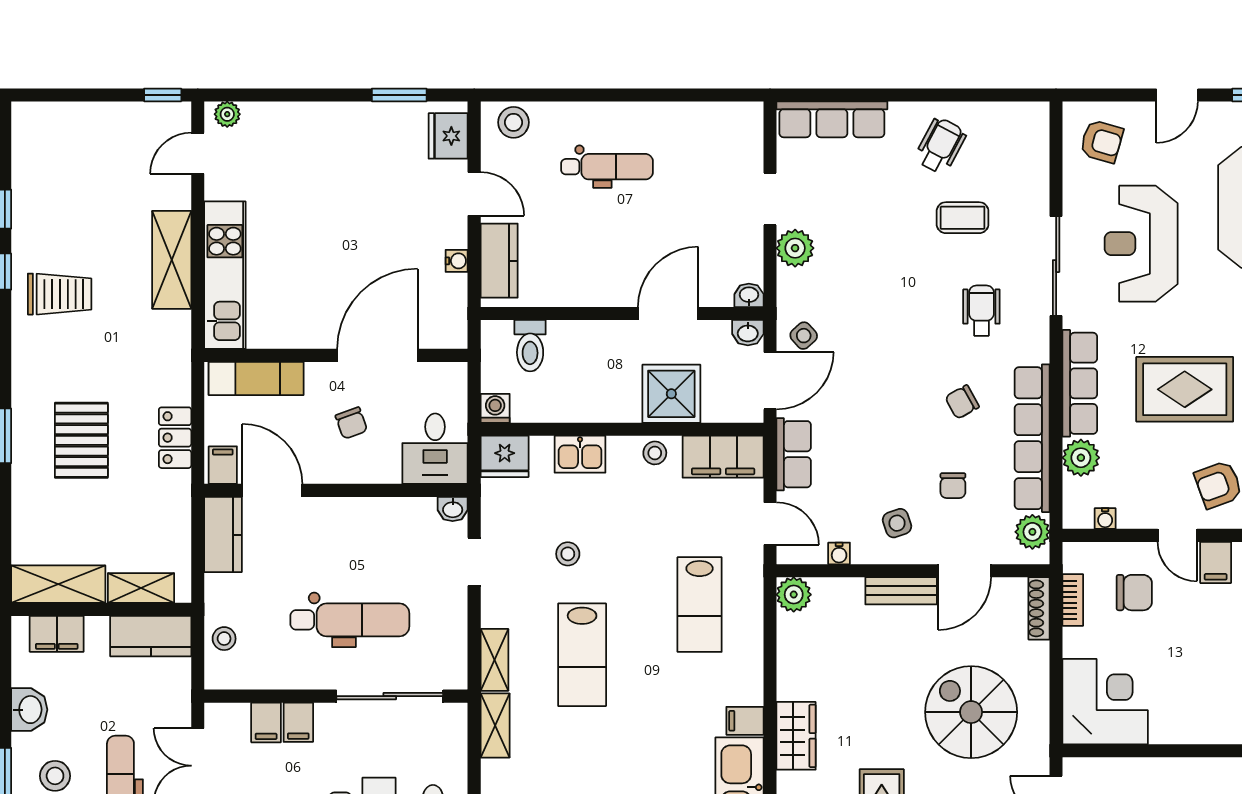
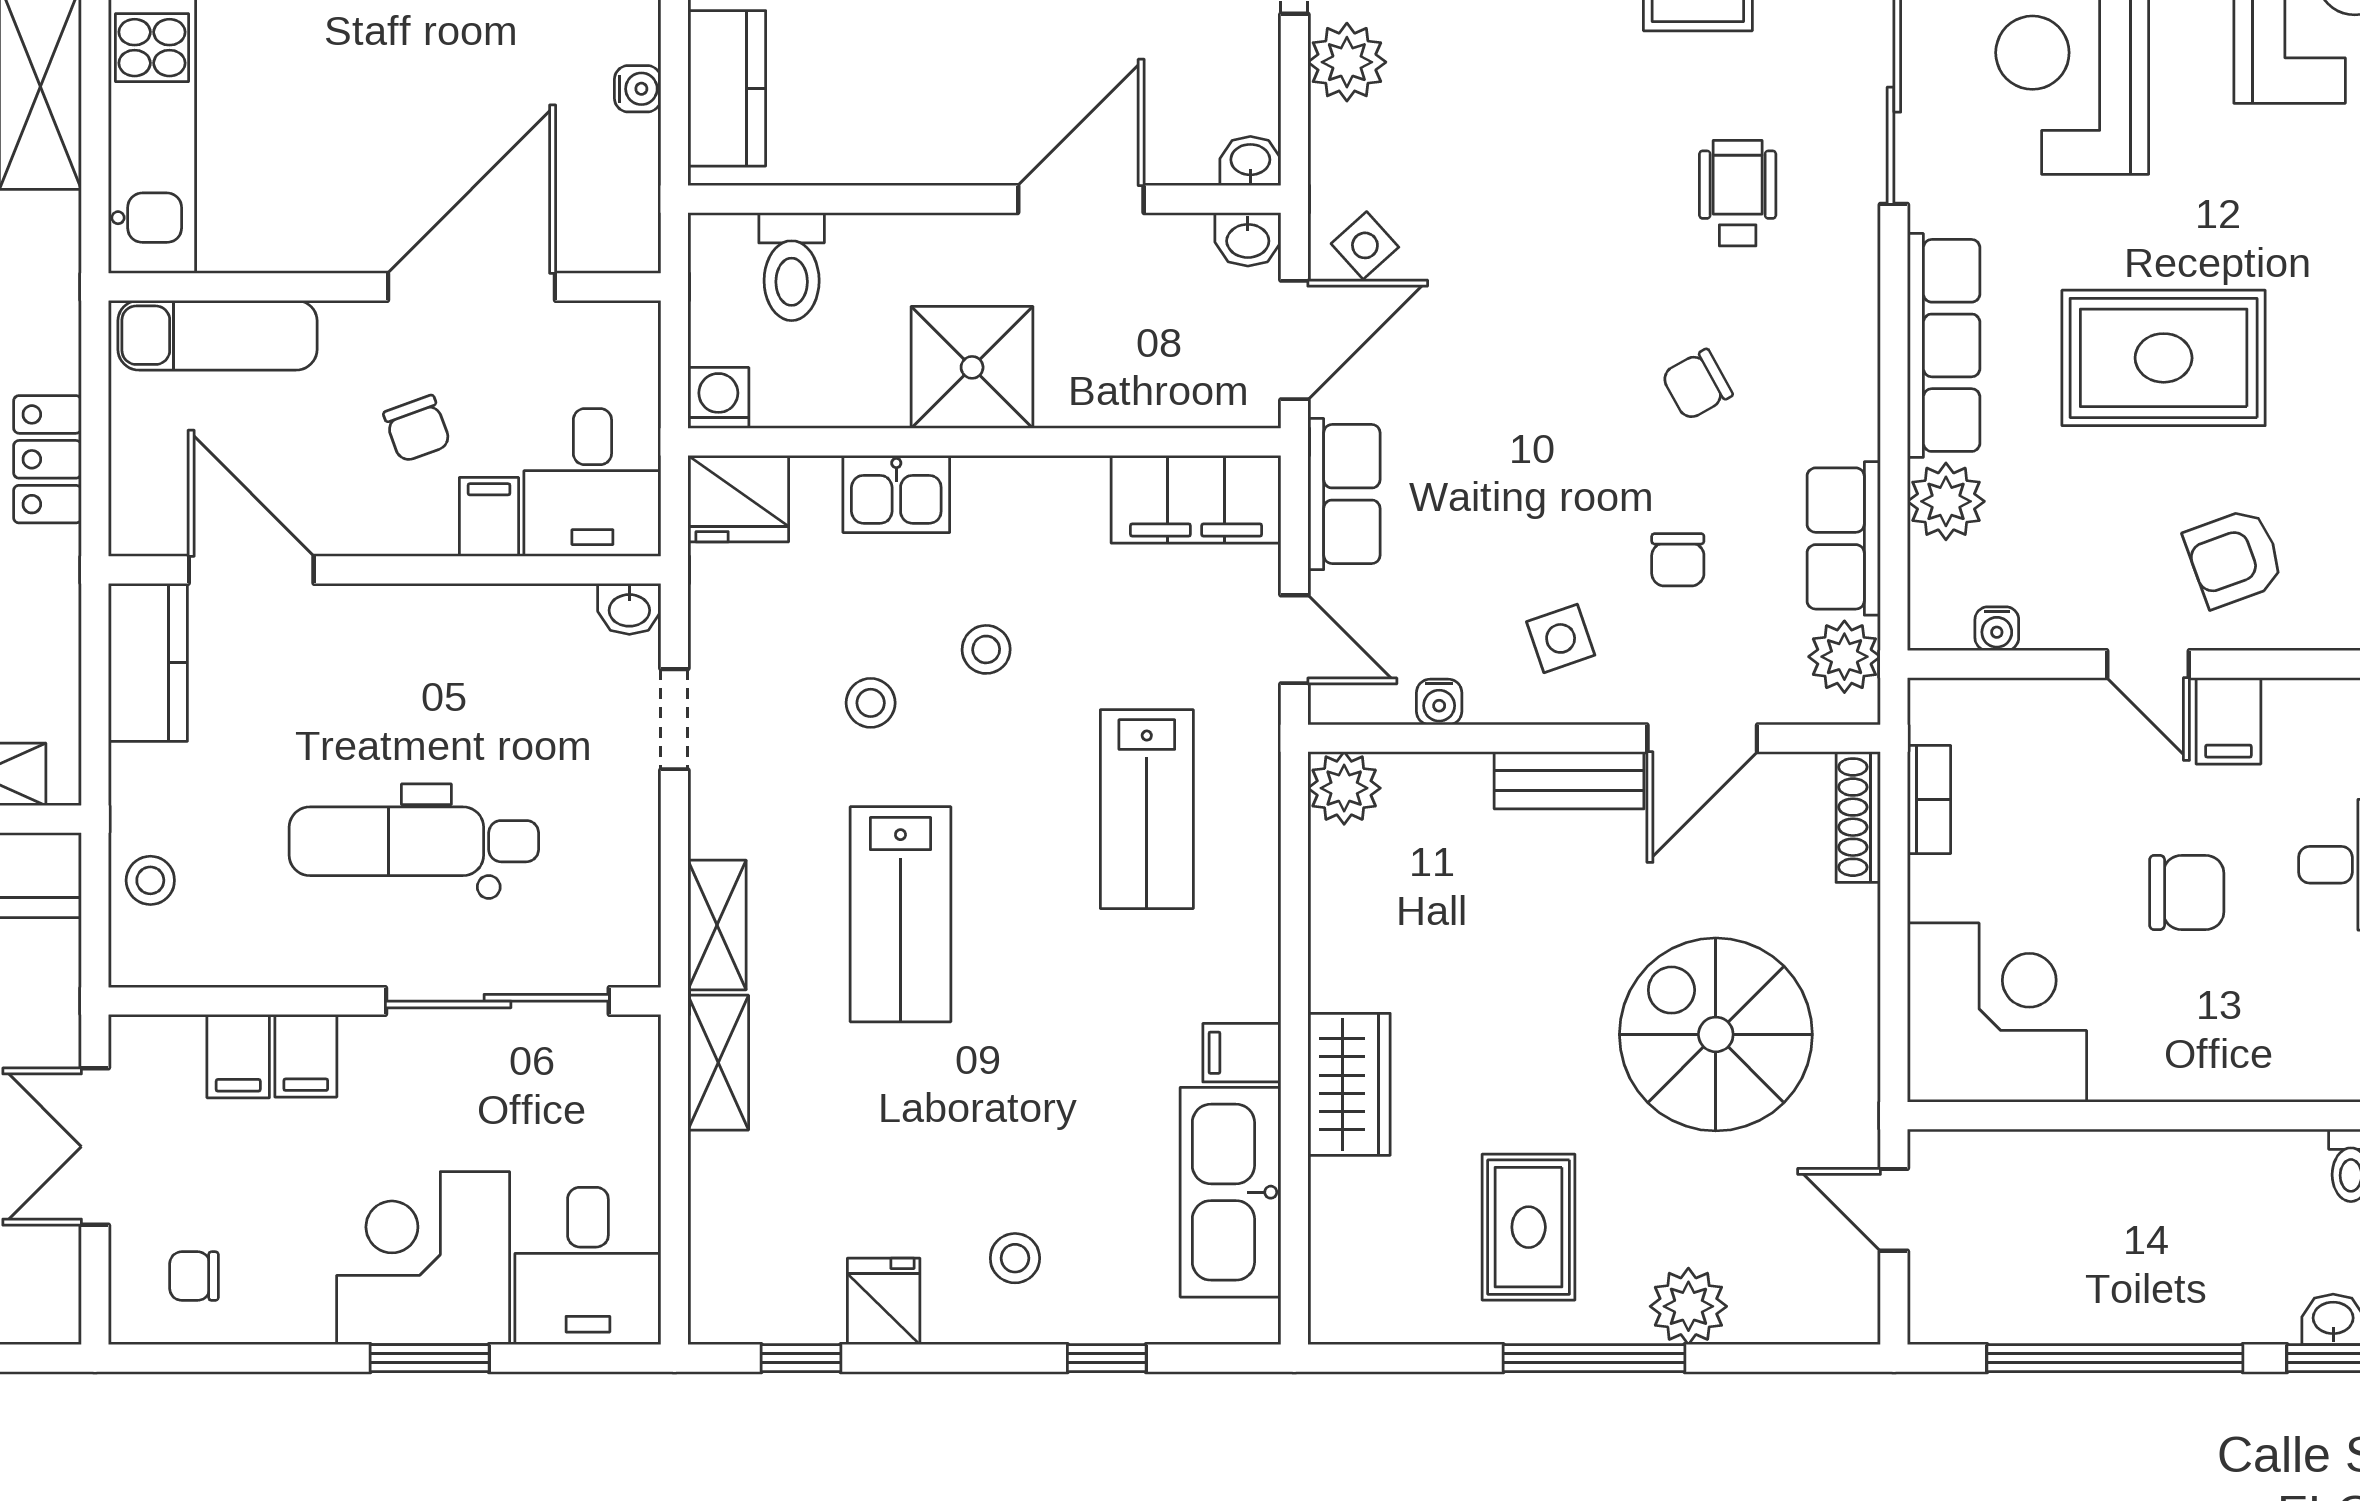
shower: (671, 394) -> (972, 367), moved
row of seats: (1032, 438) -> (1844, 538), width x0.50
stool: (655, 453) -> (986, 649), moved
filing cabinet: (223, 465) -> (489, 517), moved
chair: (1134, 593) -> (2187, 893), moved
dental chair: (350, 620) -> (414, 841), turned 180

